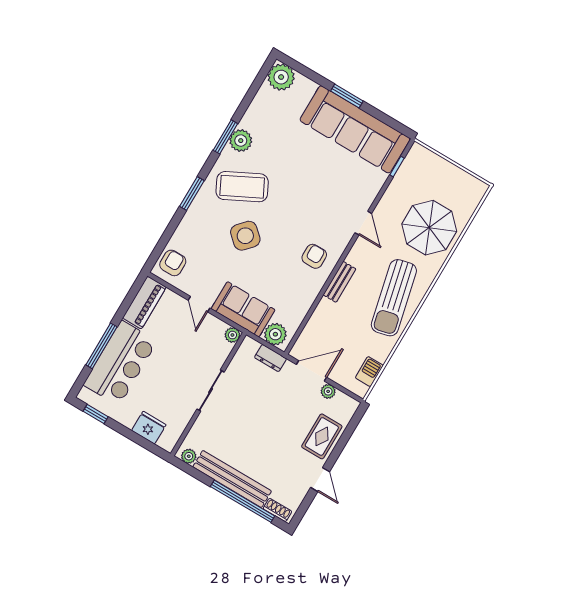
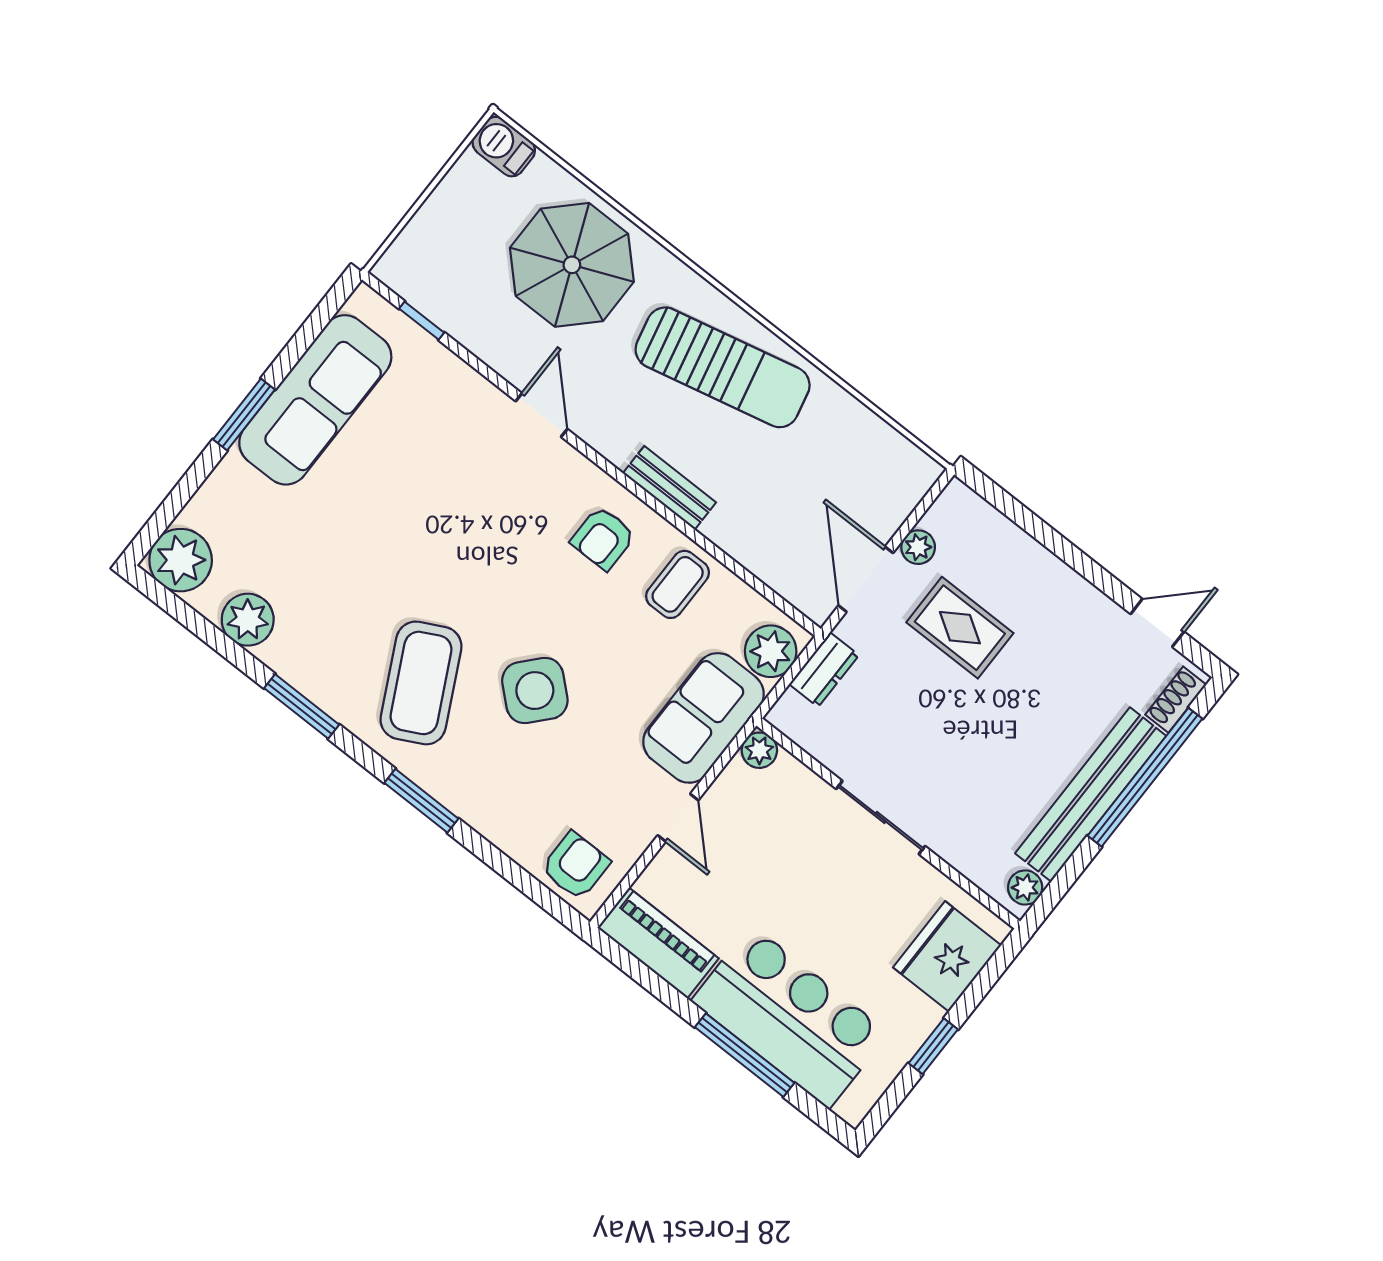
sofa: (355, 129) -> (315, 400), width x0.74, depth x0.79
plant: (241, 141) -> (248, 620), moved
door: (363, 223) -> (542, 415), hinge flipped
armchair: (314, 256) -> (603, 538), turned -90
armchair: (173, 263) -> (575, 866), turned 90
coffee table: (299, 291) -> (678, 584), added
door: (199, 304) -> (678, 818), hinge flipped
barbecue: (369, 372) -> (504, 147), moved
window: (96, 414) -> (933, 1046), moved
fridge: (149, 428) -> (947, 956), width x1.36, depth x1.34
rug: (322, 436) -> (960, 628), moved
door: (320, 480) -> (1157, 623), moved

